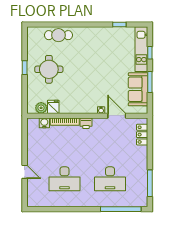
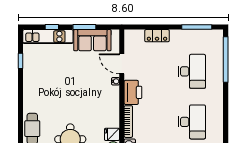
door: (117, 116) -> (122, 64), hinge flipped
printer: (86, 123) -> (133, 92), width x1.87, depth x1.48
locker: (142, 135) -> (157, 36), moved

